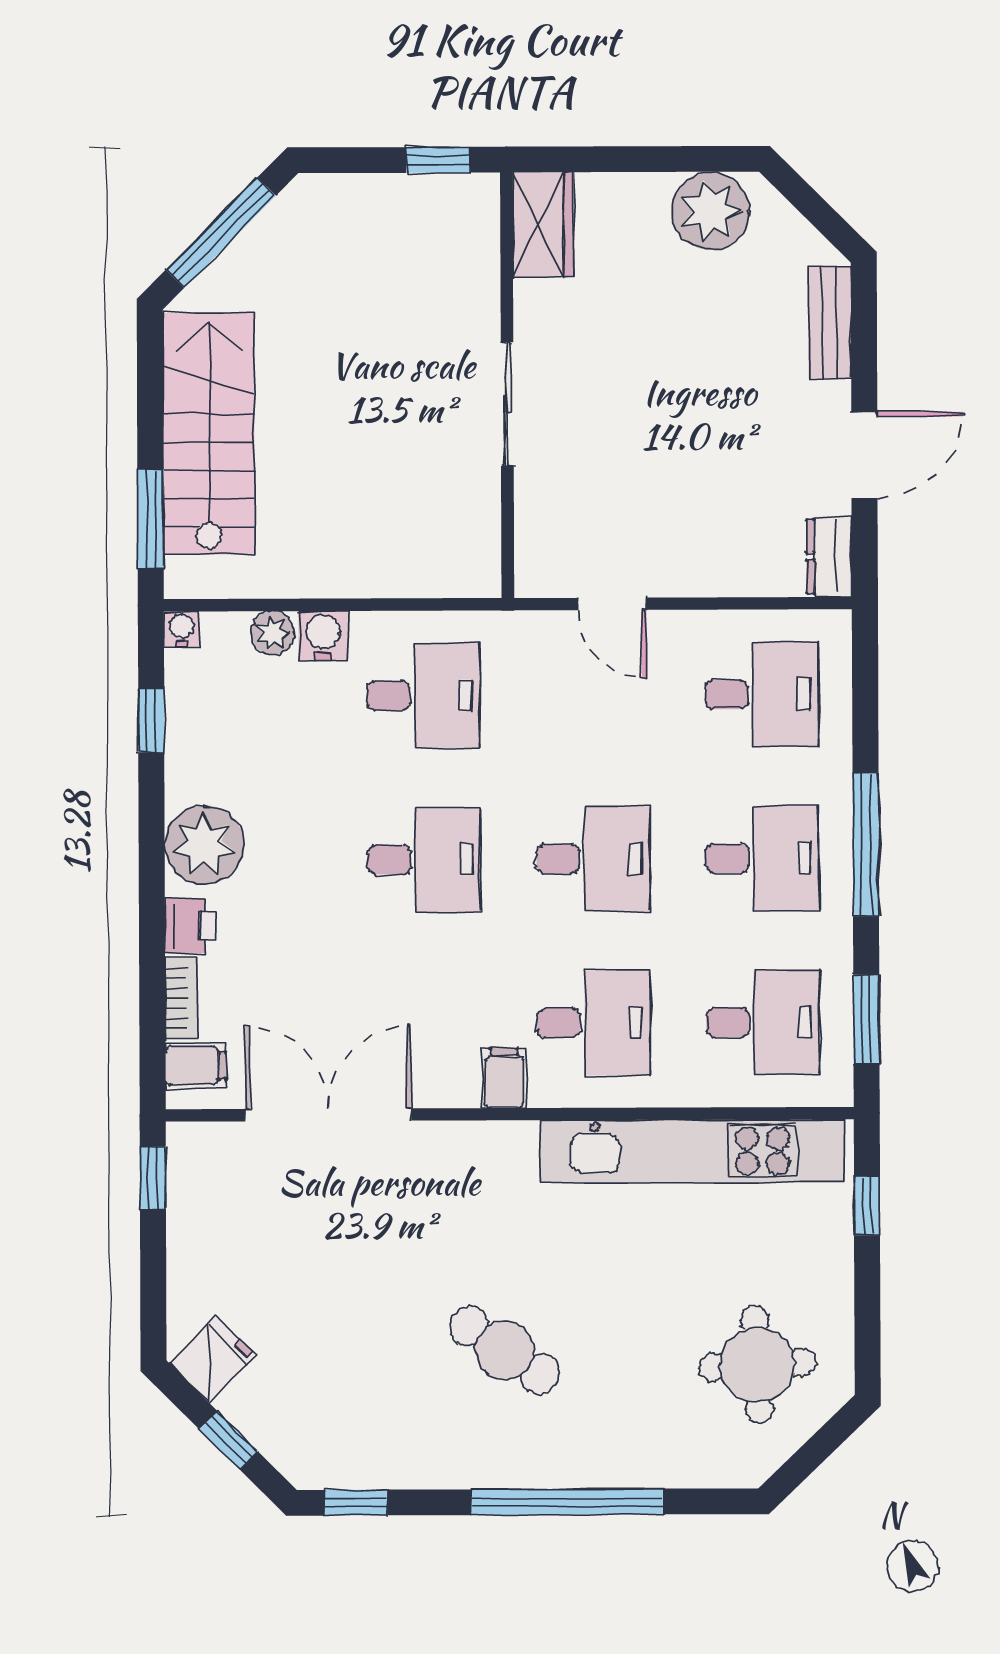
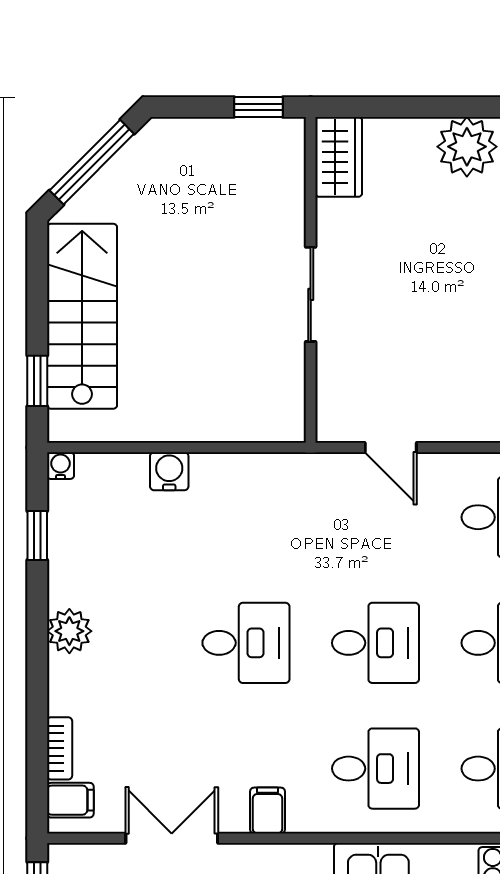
window: (151, 518) -> (37, 381), width x0.67
plant: (273, 633) -> (130, 469), removed
desk: (424, 695) -> (246, 517), removed
plant: (204, 845) -> (69, 631), width x0.73, depth x0.73
printer: (190, 926) -> (66, 693), removed
filing cabinet: (504, 1078) -> (267, 810), moved
double door: (328, 1115) -> (172, 838), width x0.73

